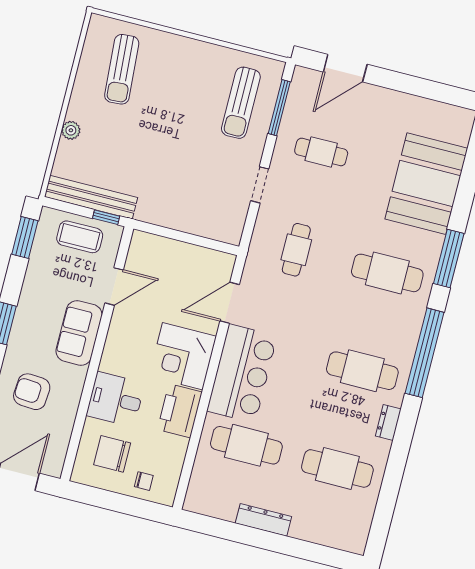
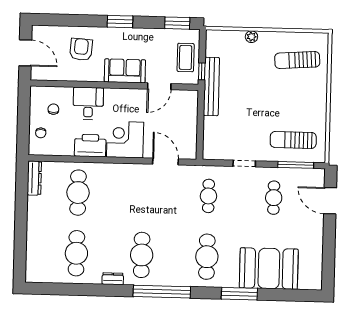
bench: (91, 197) -> (211, 86), moved
cafe table: (296, 250) -> (208, 196), turned 90
window: (449, 259) -> (239, 294), moved
door: (114, 286) -> (159, 86), hinge flipped
bar counter: (242, 373) -> (123, 179), removed
chair: (112, 454) -> (53, 109), width x0.54, depth x0.54
dresser: (263, 520) -> (34, 178), moved

